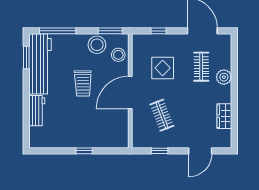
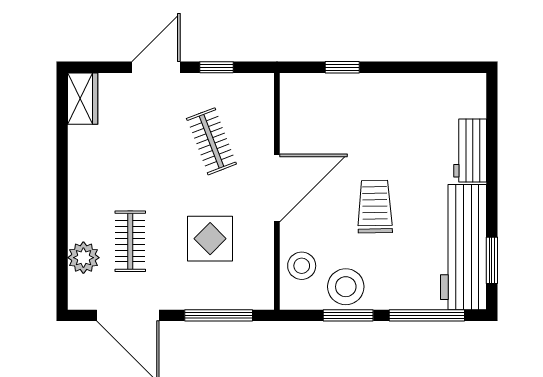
window: (110, 31) -> (348, 315), moved
window: (158, 31) -> (219, 315), width x2.17
plant: (224, 77) -> (83, 258), moved
wardrobe: (224, 116) -> (83, 99), moved
window: (84, 151) -> (342, 67), moved
door: (200, 151) -> (156, 67), moved

